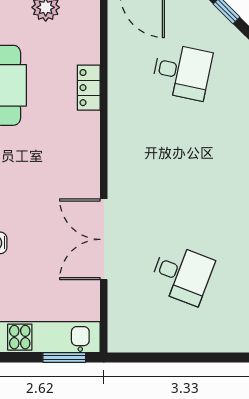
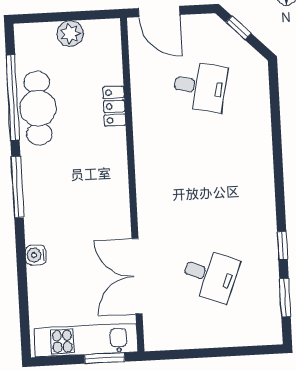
double door: (104, 239) -> (137, 276), moved

